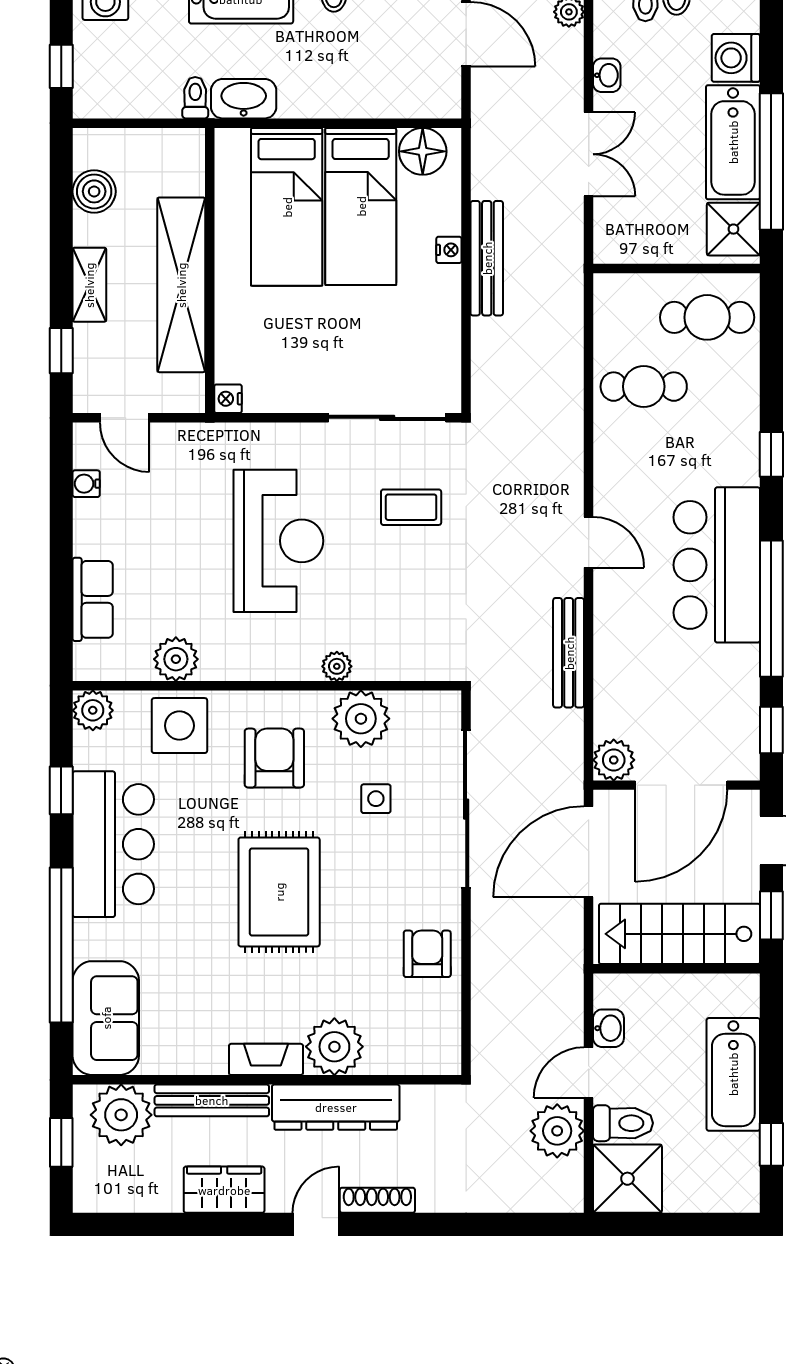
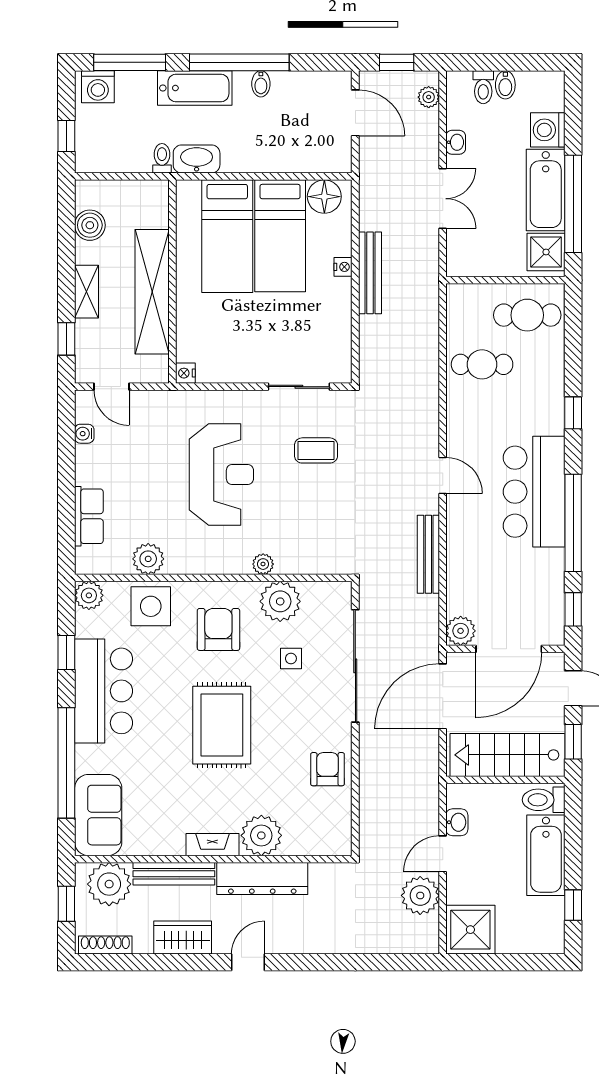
sliding door: (387, 418) -> (299, 387), width x0.73
toilet: (623, 1123) -> (544, 800), moved, turned 180
shoe rack: (377, 1200) -> (105, 945), moved

